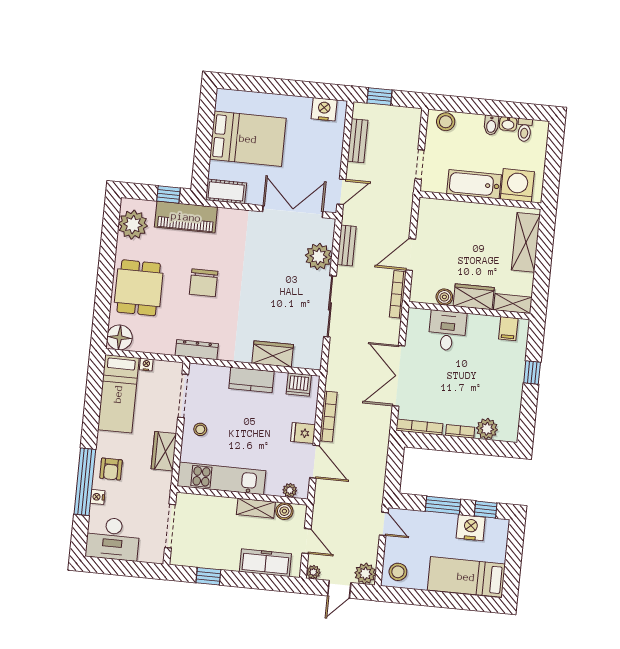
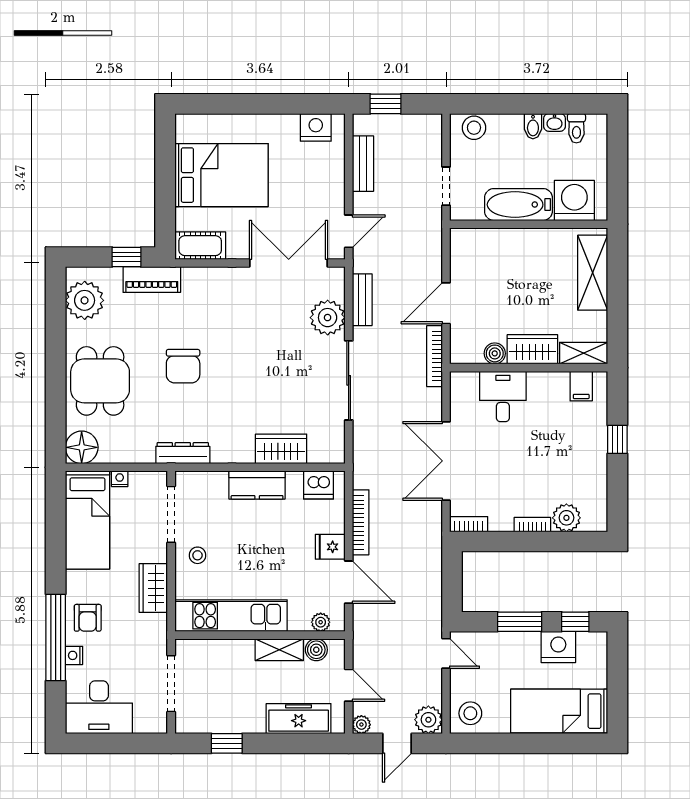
piano: (186, 217) -> (152, 280), width x0.73, depth x0.75
bookcase: (419, 427) -> (469, 524), width x0.64

